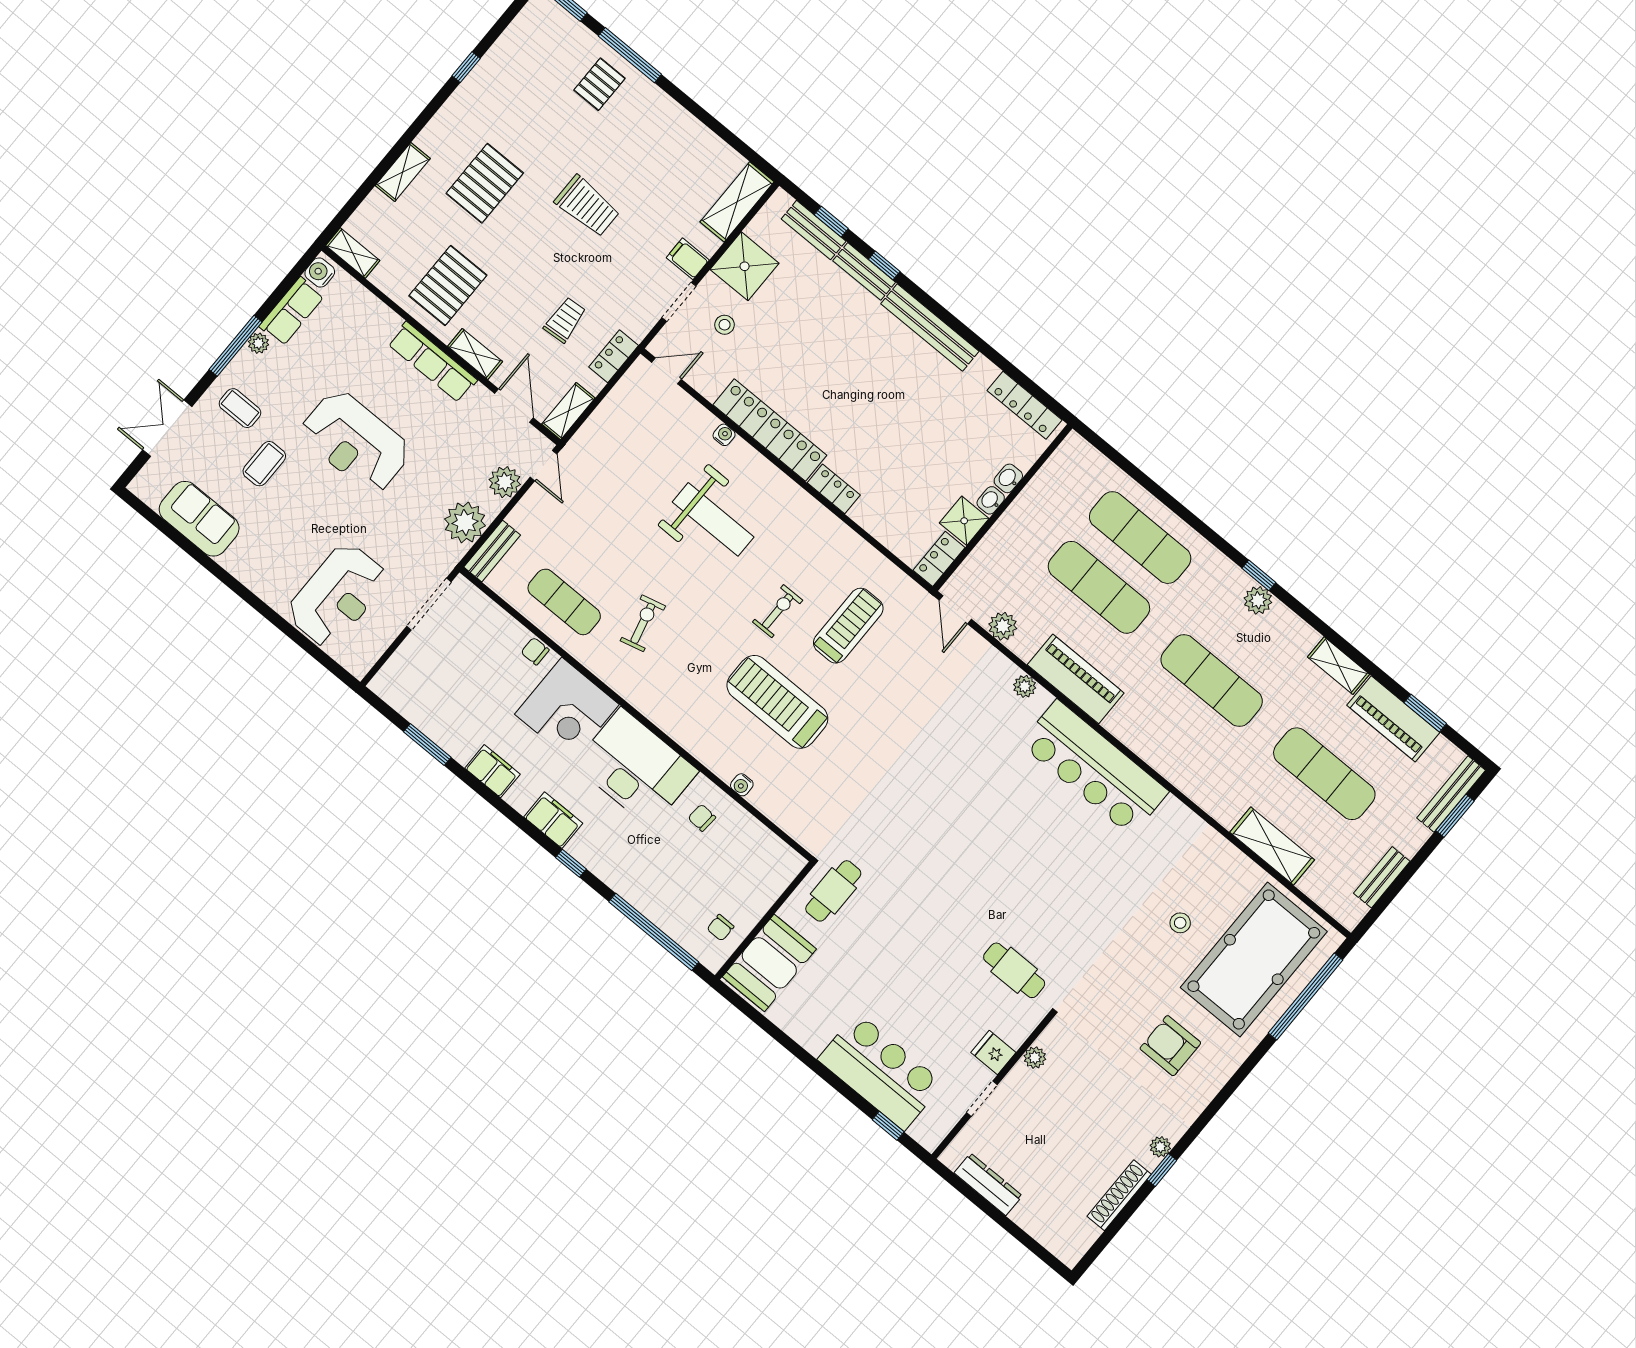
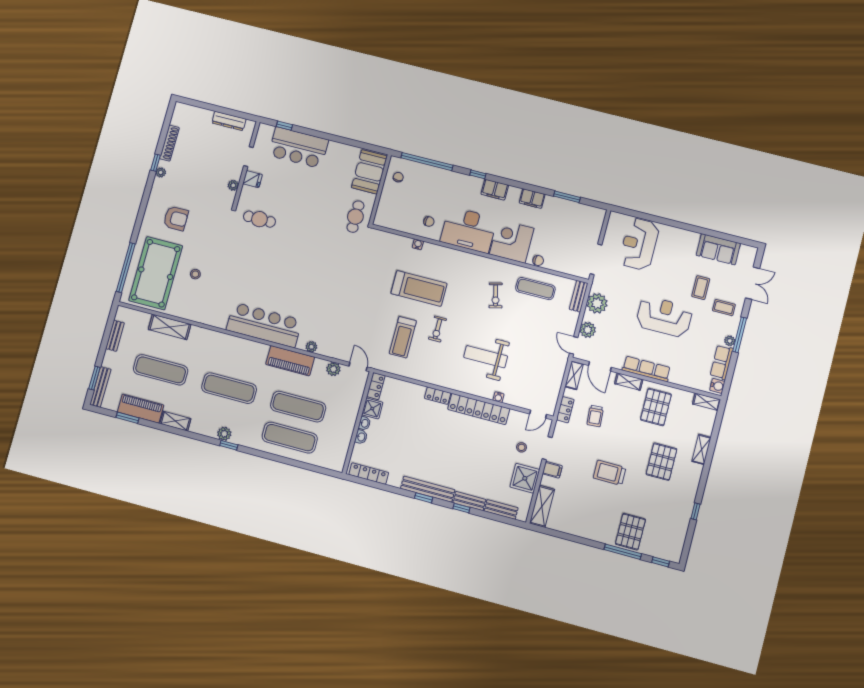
pallet: (599, 84) -> (630, 532), width x1.50, depth x1.42
window: (831, 222) -> (424, 498), moved

